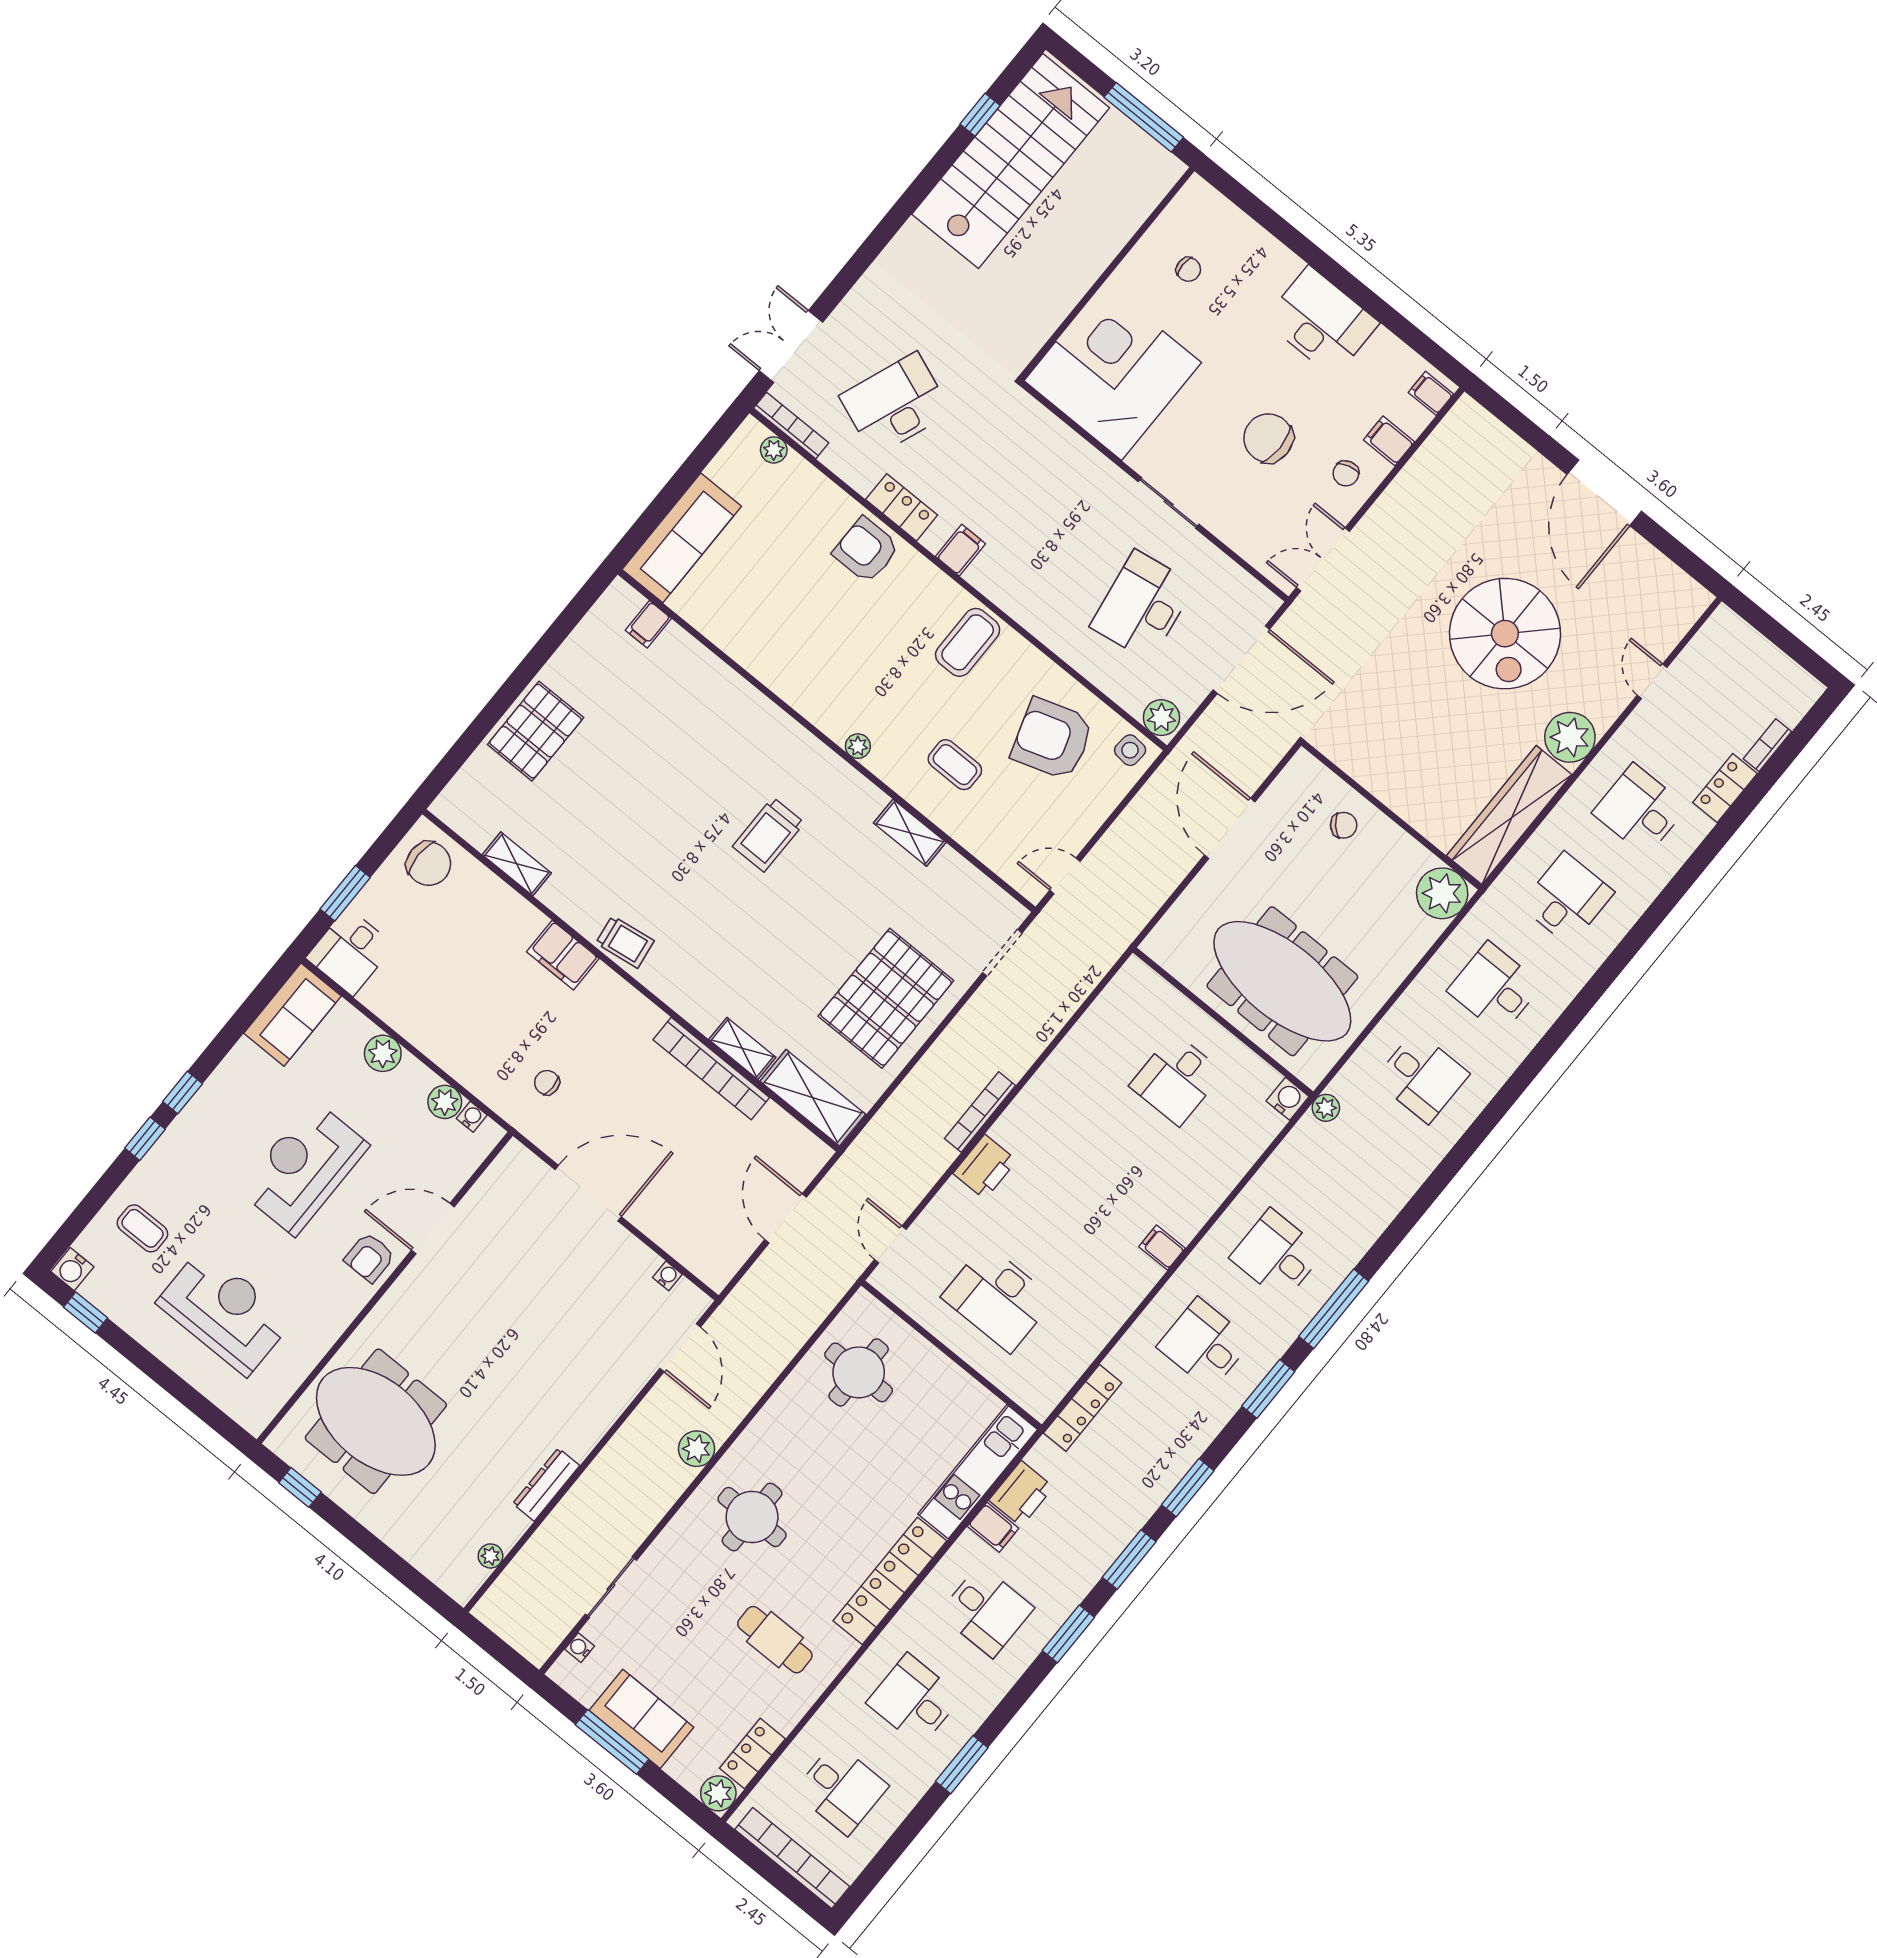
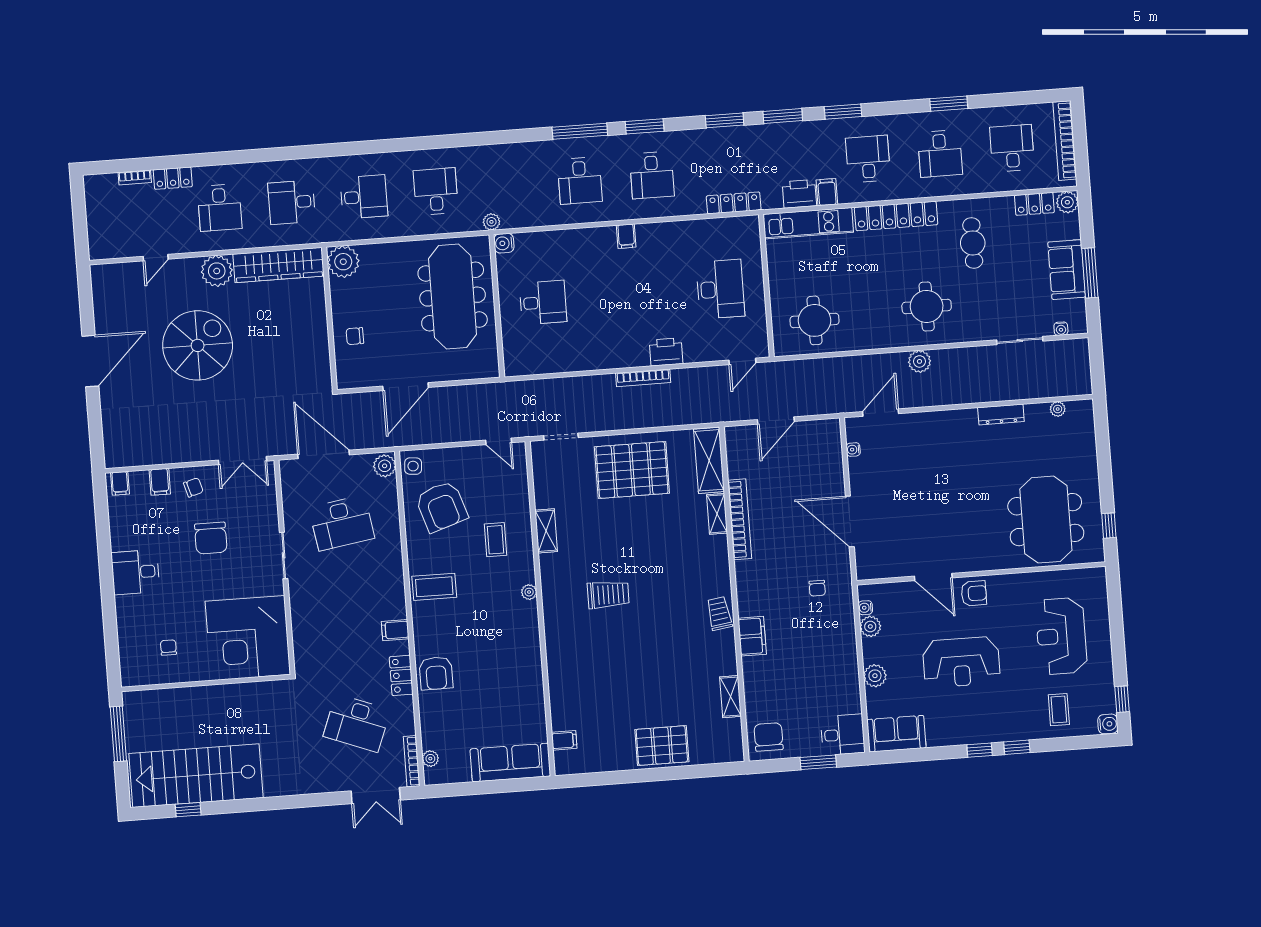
desk: (1321, 322) -> (135, 572), width x0.73
chair: (1344, 825) -> (355, 336), turned -47
desk: (1495, 988) -> (364, 197), turned -90

